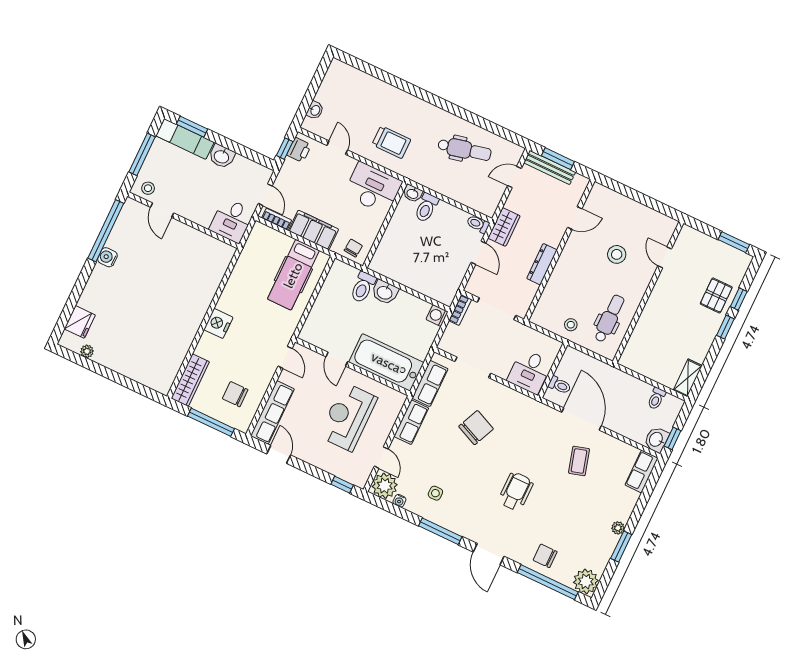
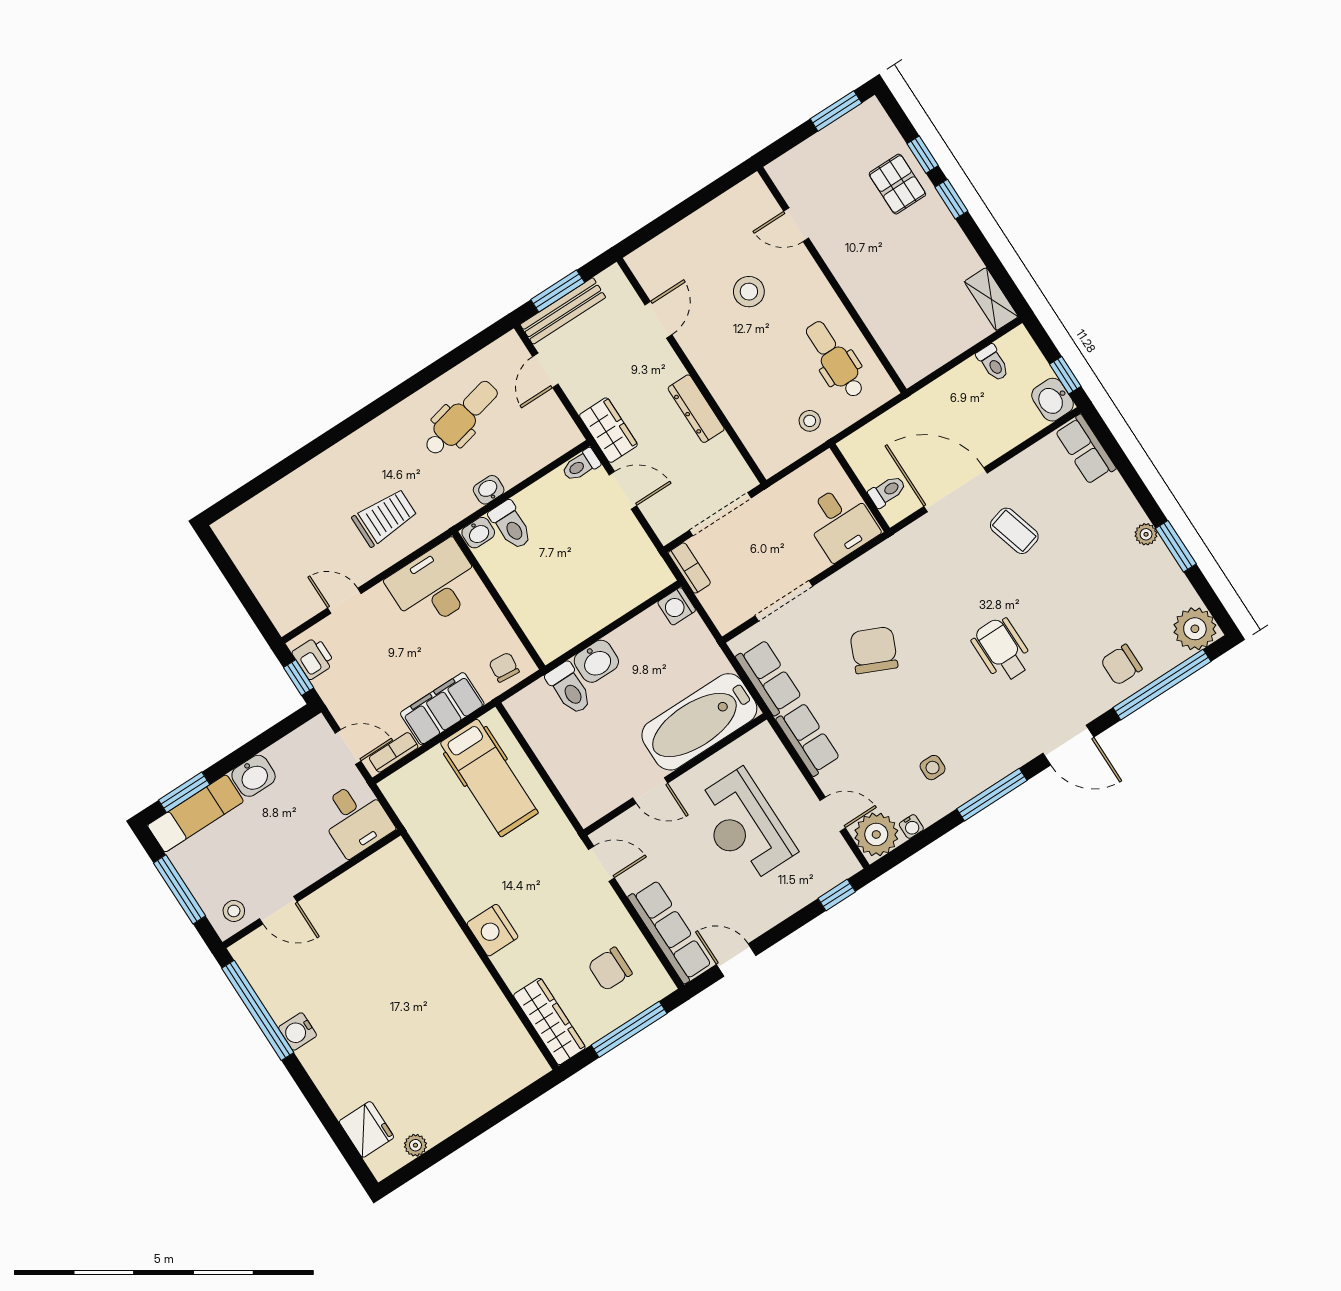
washbasin: (315, 110) -> (489, 490), moved, turned -90

